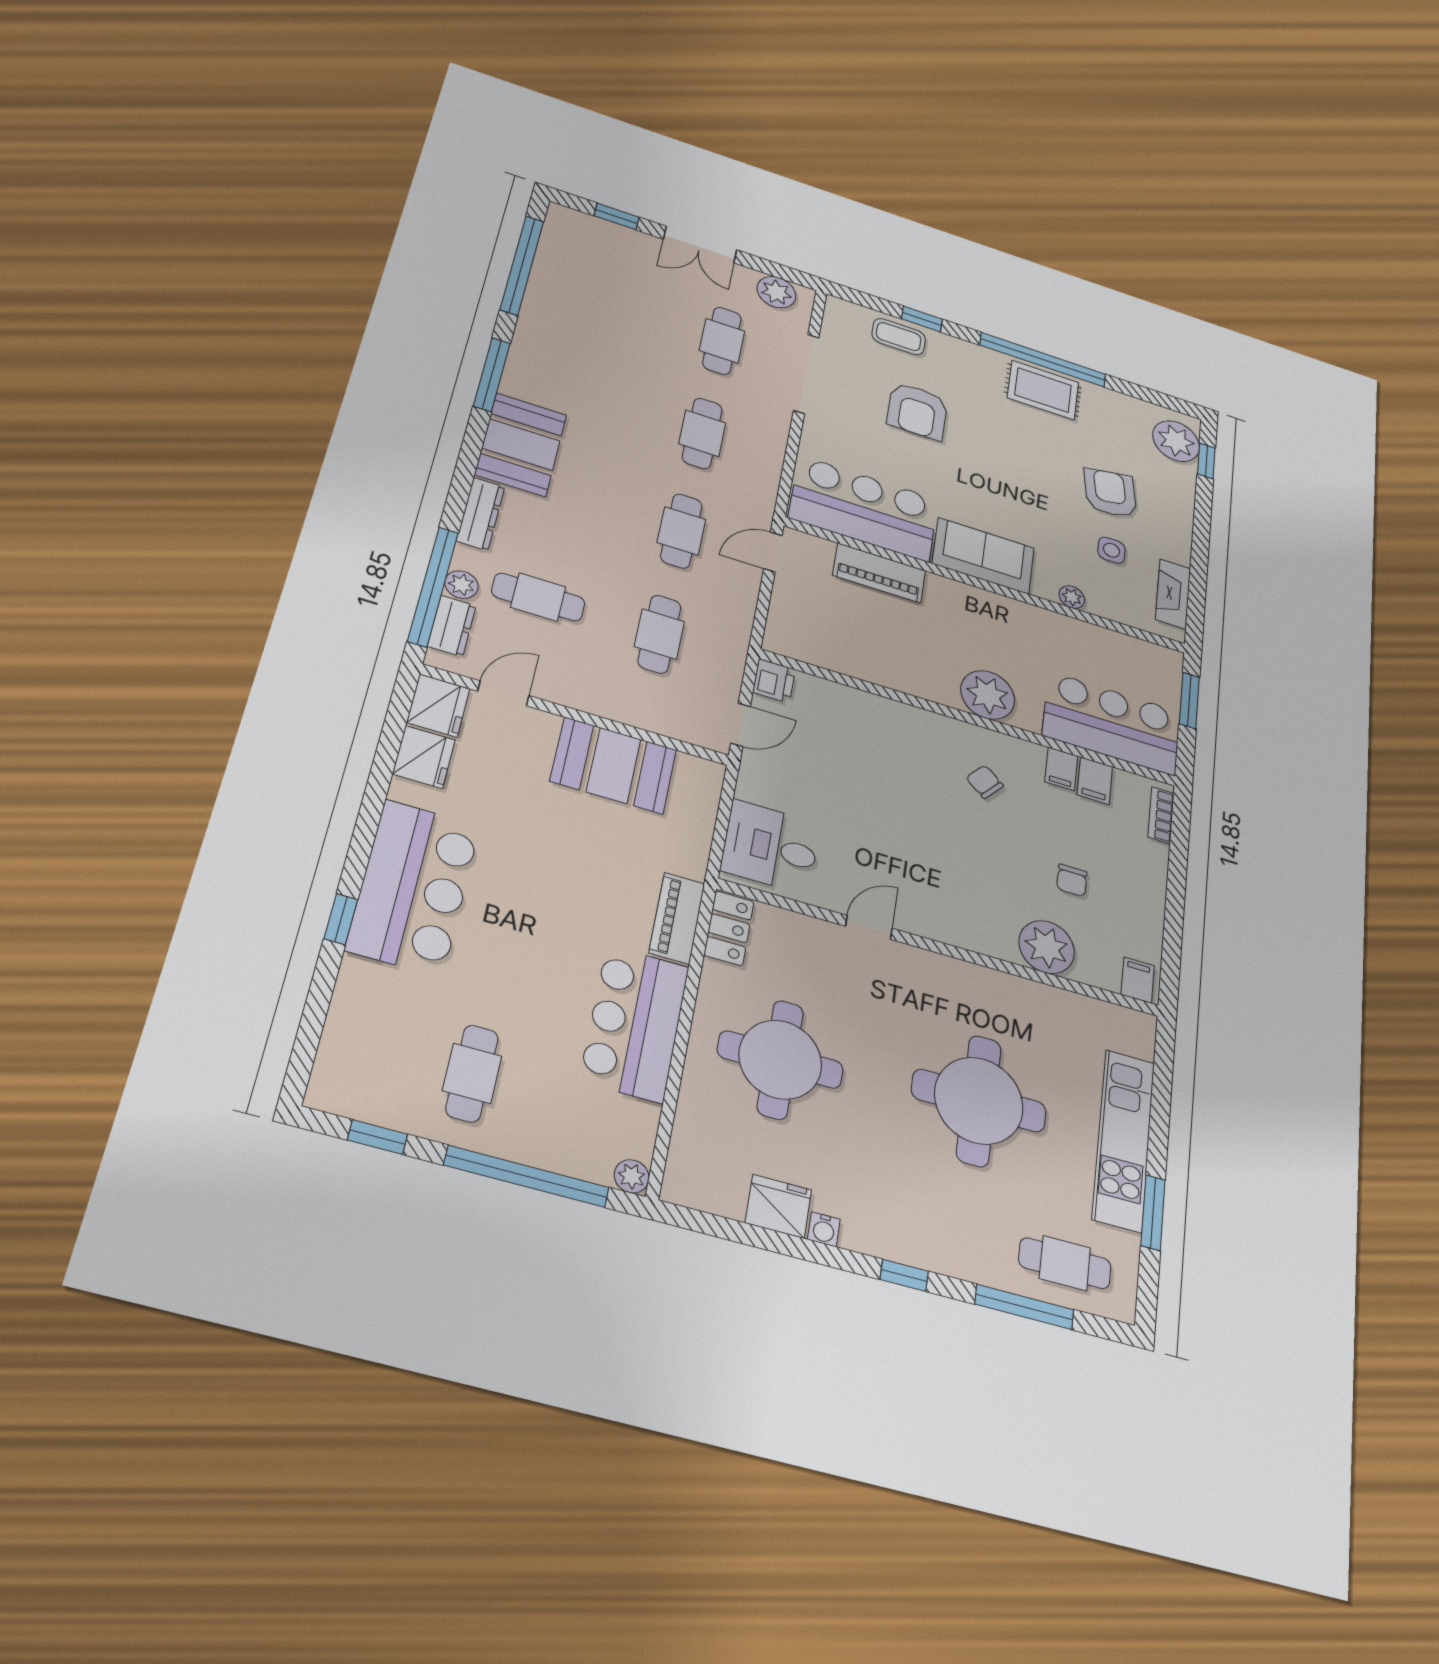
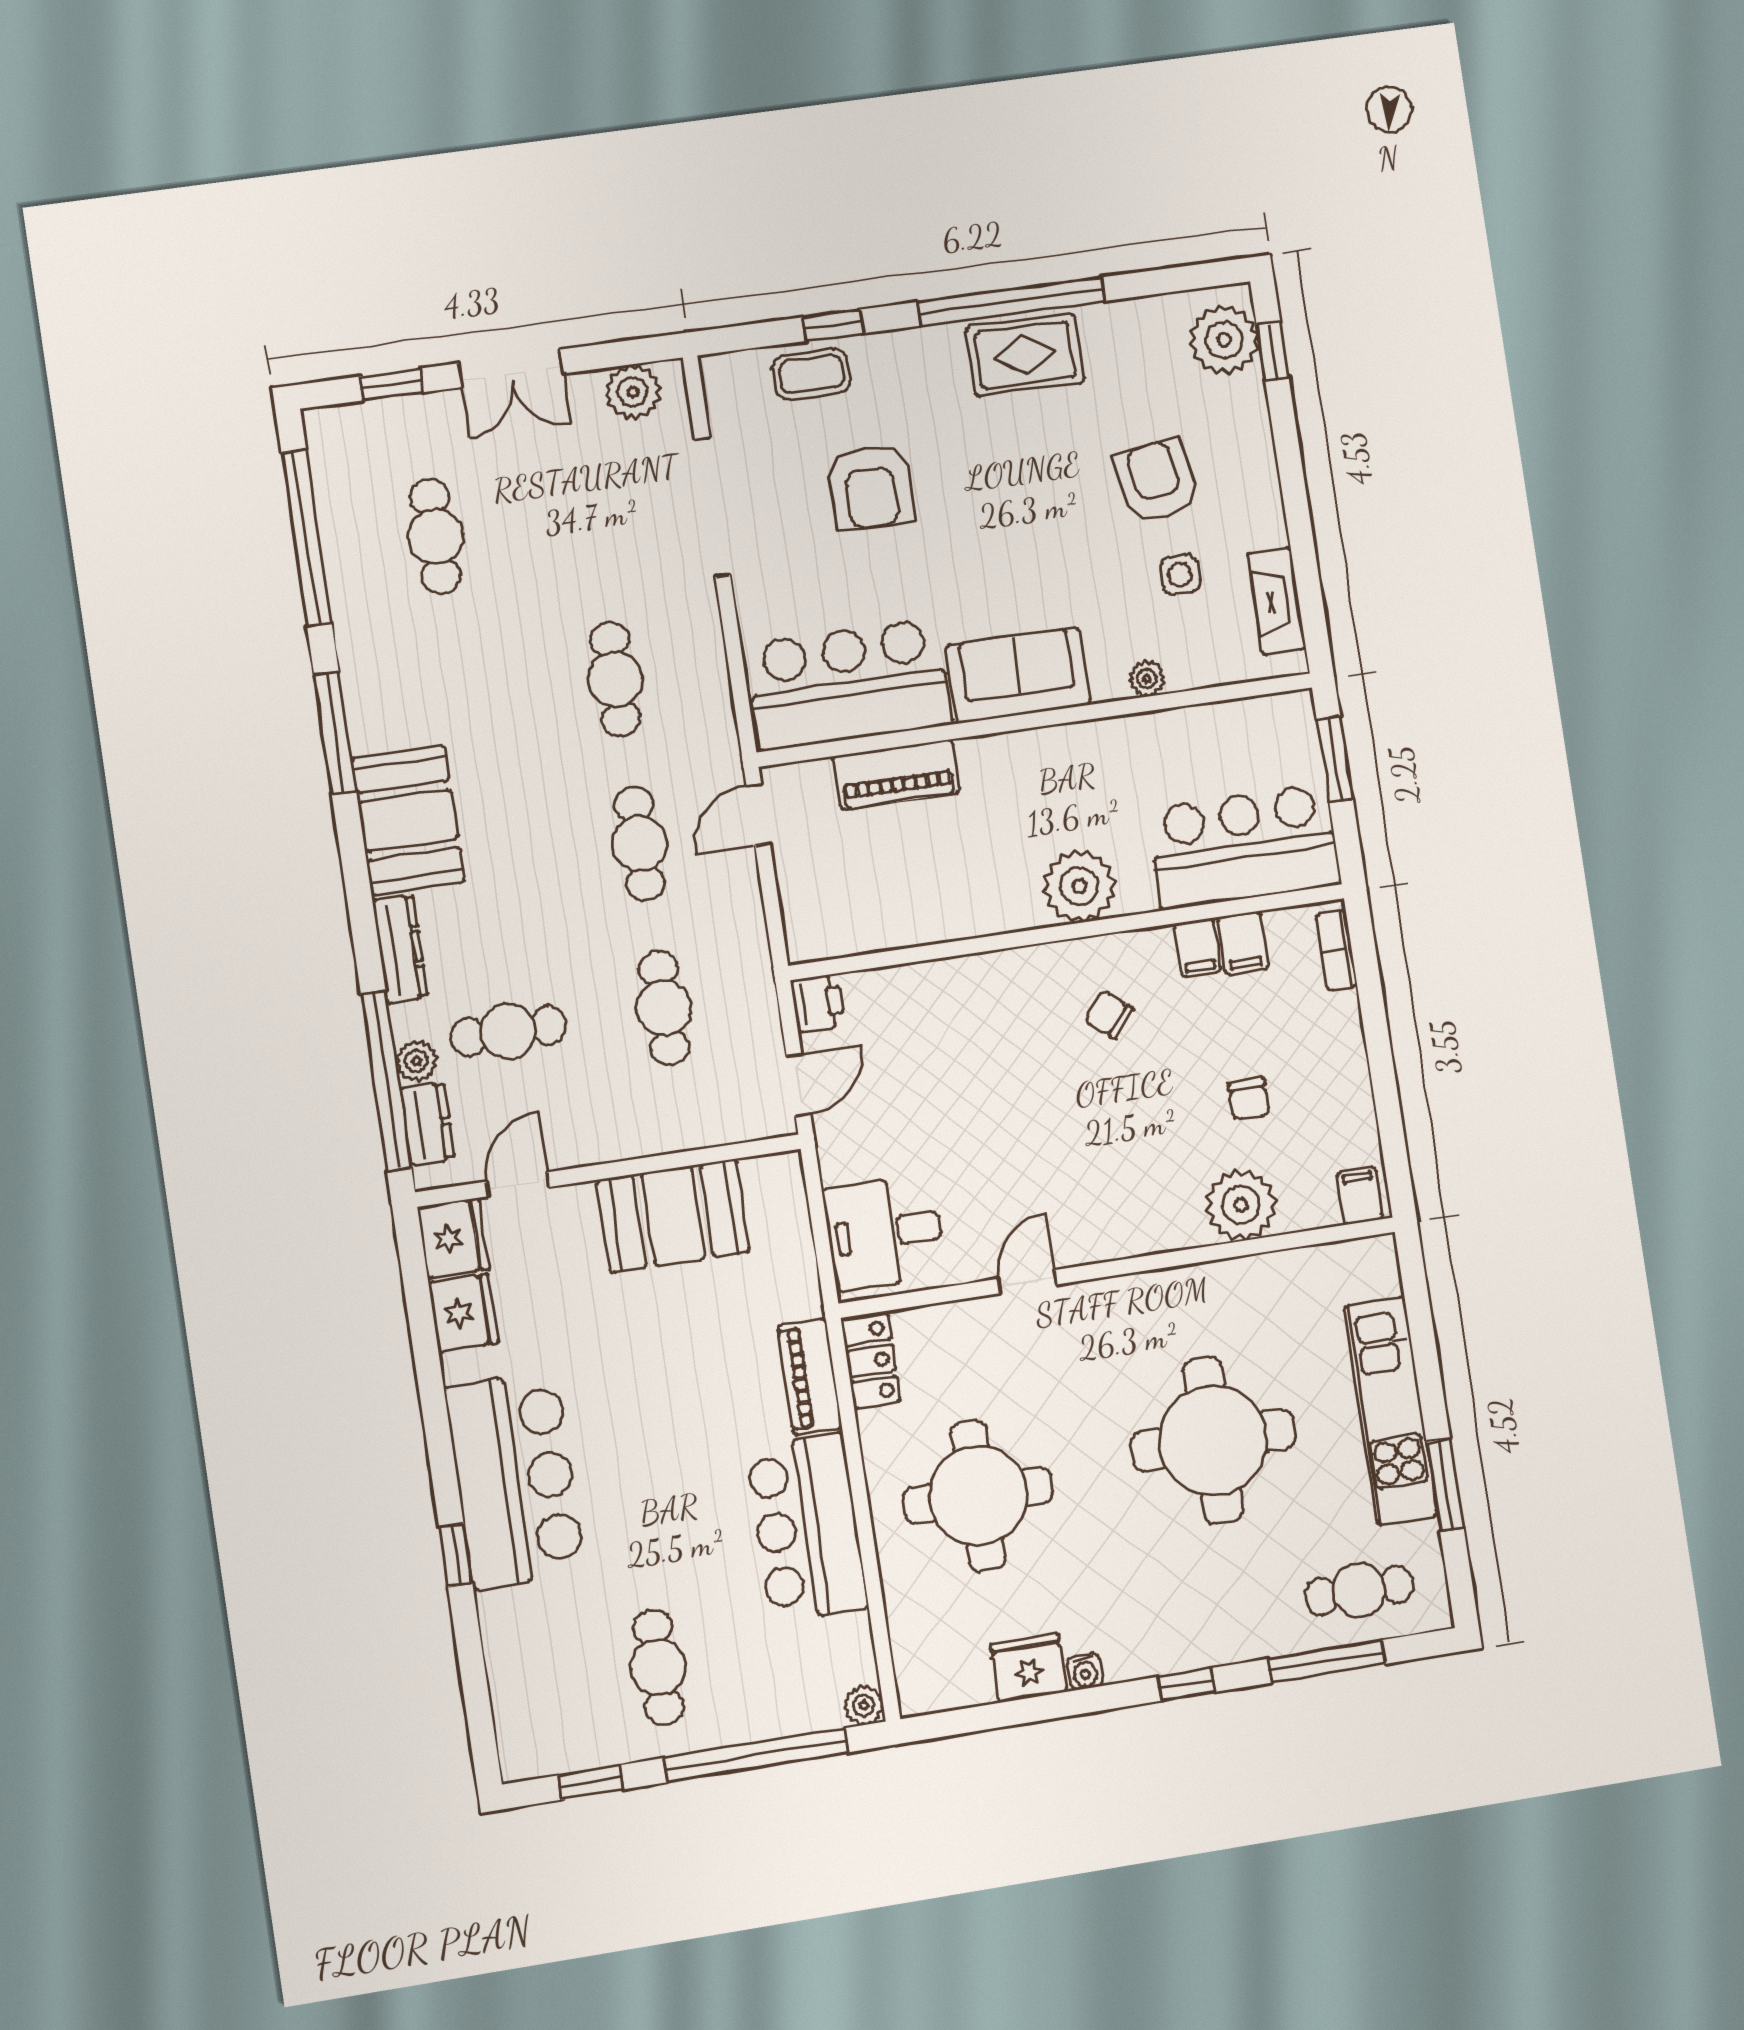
cafe table: (722, 341) -> (435, 536), moved

